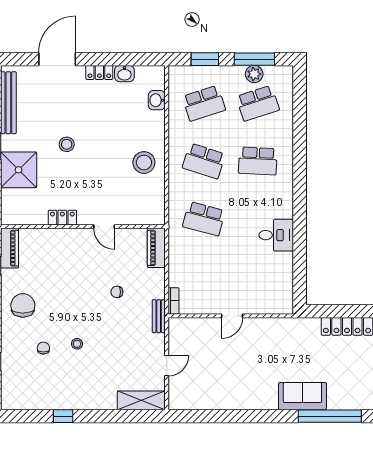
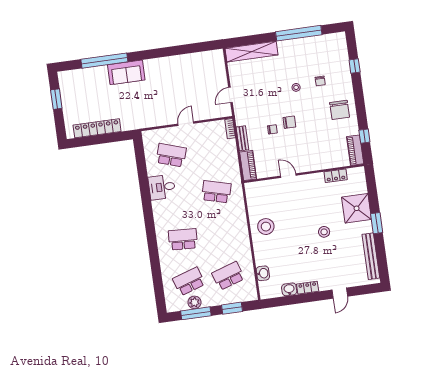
door: (57, 59) -> (340, 293), width x0.53
school desk: (204, 161) -> (171, 155), moved
locker: (62, 218) -> (336, 176), moved
chair: (93, 298) -> (289, 122), added
bench: (159, 316) -> (242, 138), moved
door: (167, 366) -> (230, 95), moved
shelving: (141, 400) -> (252, 52), width x1.47
window: (63, 416) -> (299, 33), width x3.17

